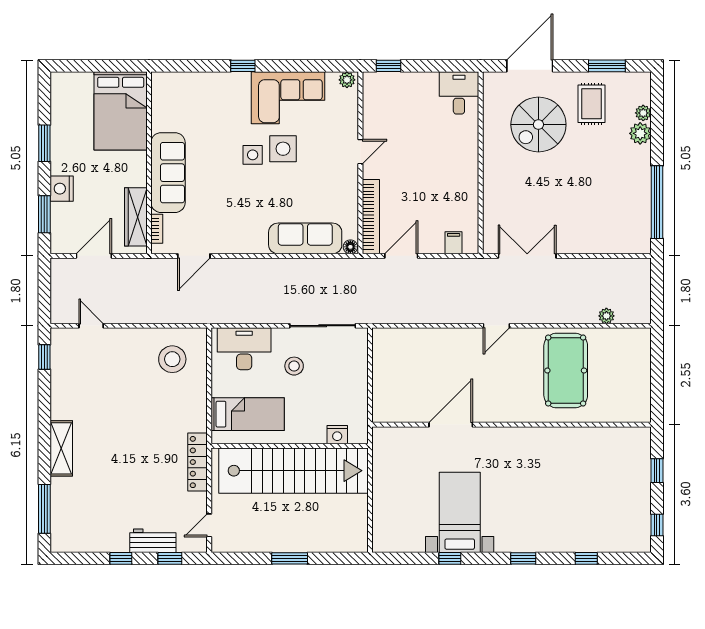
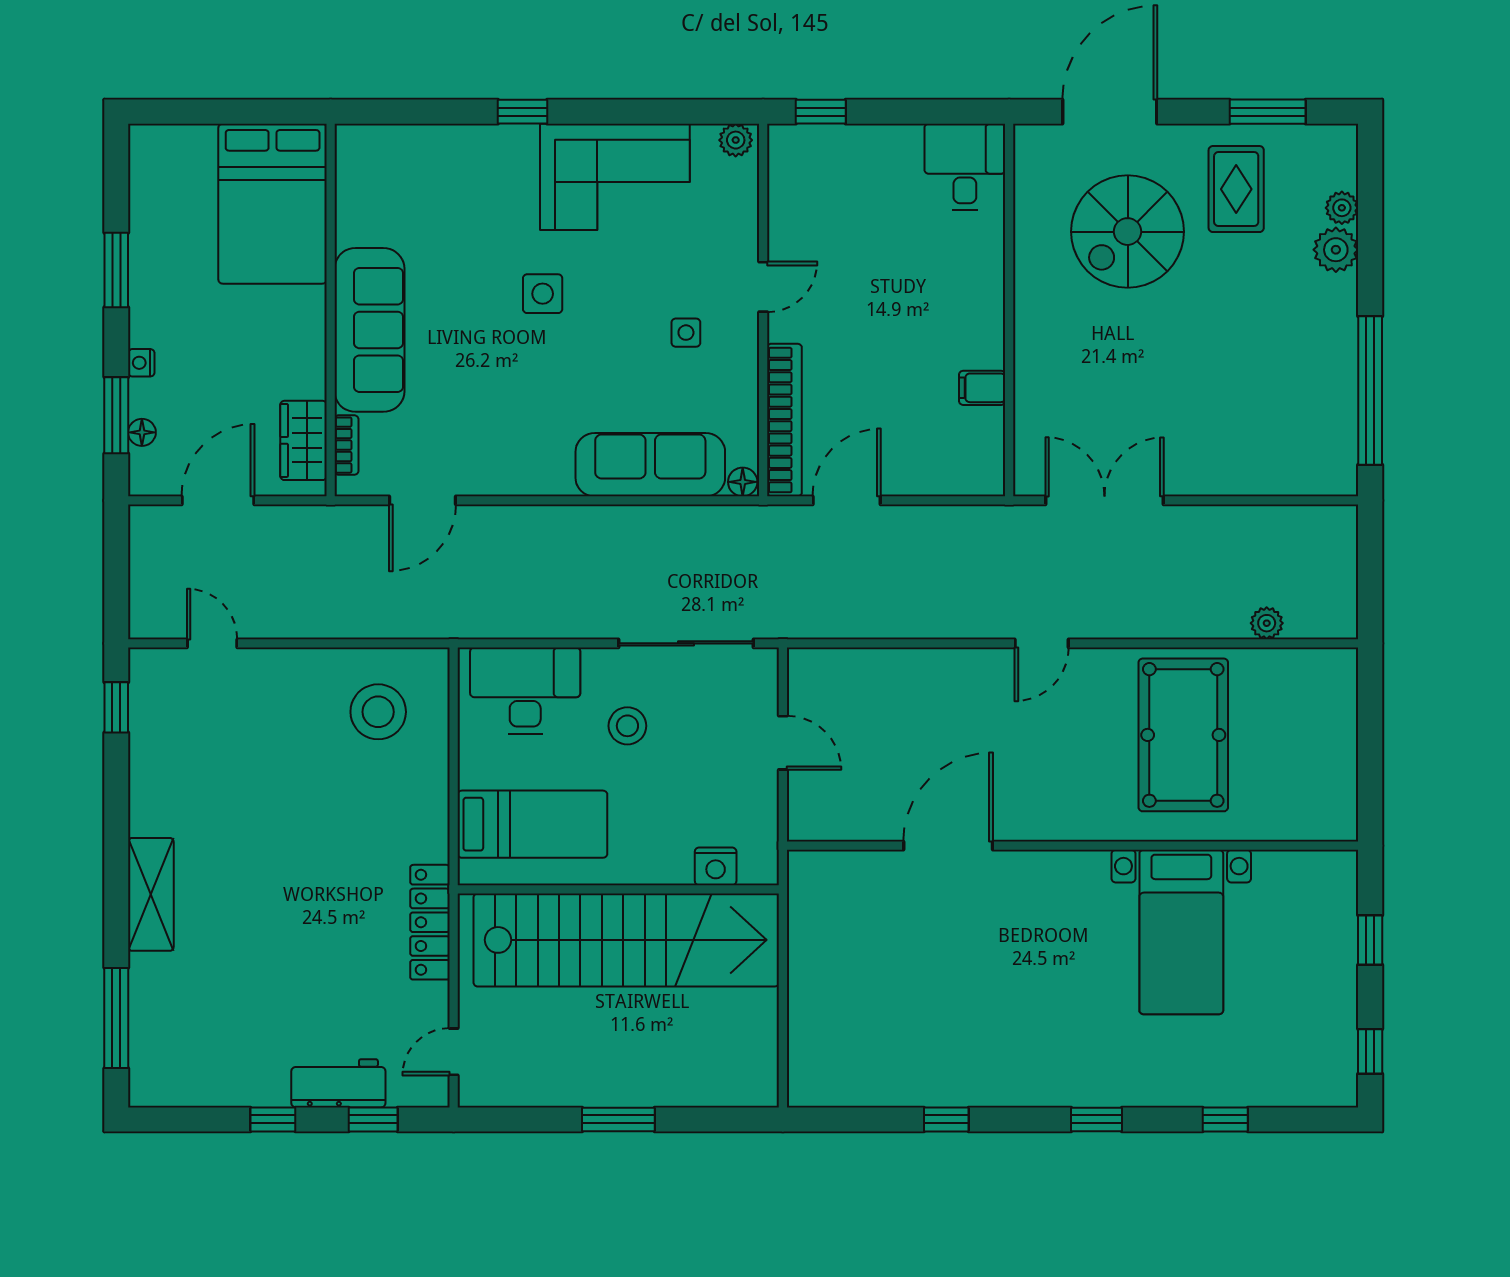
side table: (283, 149) -> (686, 333), moved, width x0.54, depth x0.54
nightstand: (62, 189) -> (141, 363), width x0.53, depth x0.56
wardrobe: (136, 217) -> (304, 440), width x0.67
floor lamp: (57, 223) -> (142, 432), added
filing cabinet: (454, 243) -> (982, 388), moved, turned -90
door: (370, 374) -> (783, 743), added
bed with nightstands: (460, 512) -> (1181, 932), moved, turned 180

